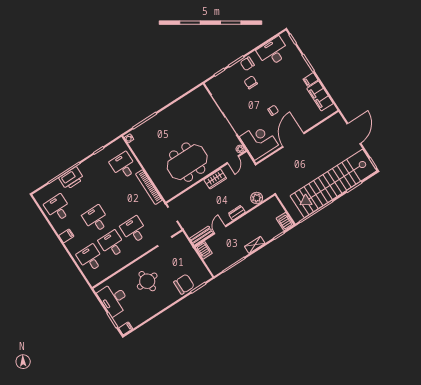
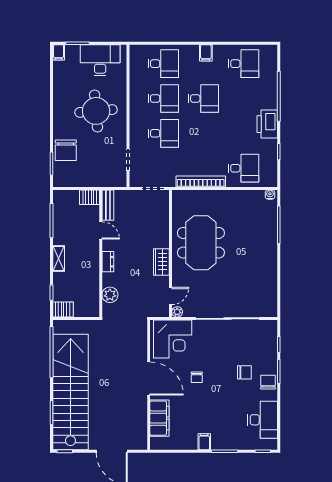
filing cabinet: (320, 96) -> (159, 418), moved, turned 90
door: (233, 160) -> (171, 296), swing flipped
printer: (71, 178) -> (267, 124), moved
round table: (147, 281) -> (96, 111), width x1.36, depth x1.36

